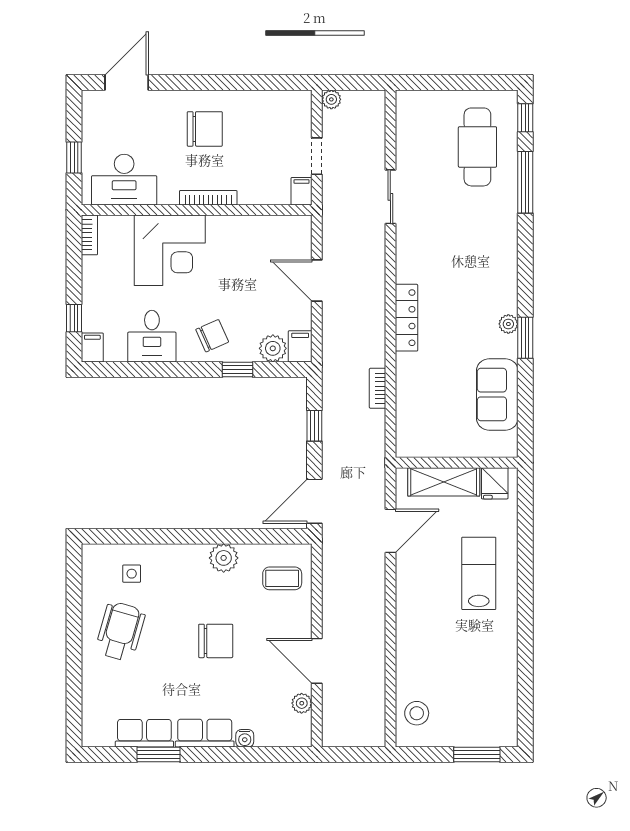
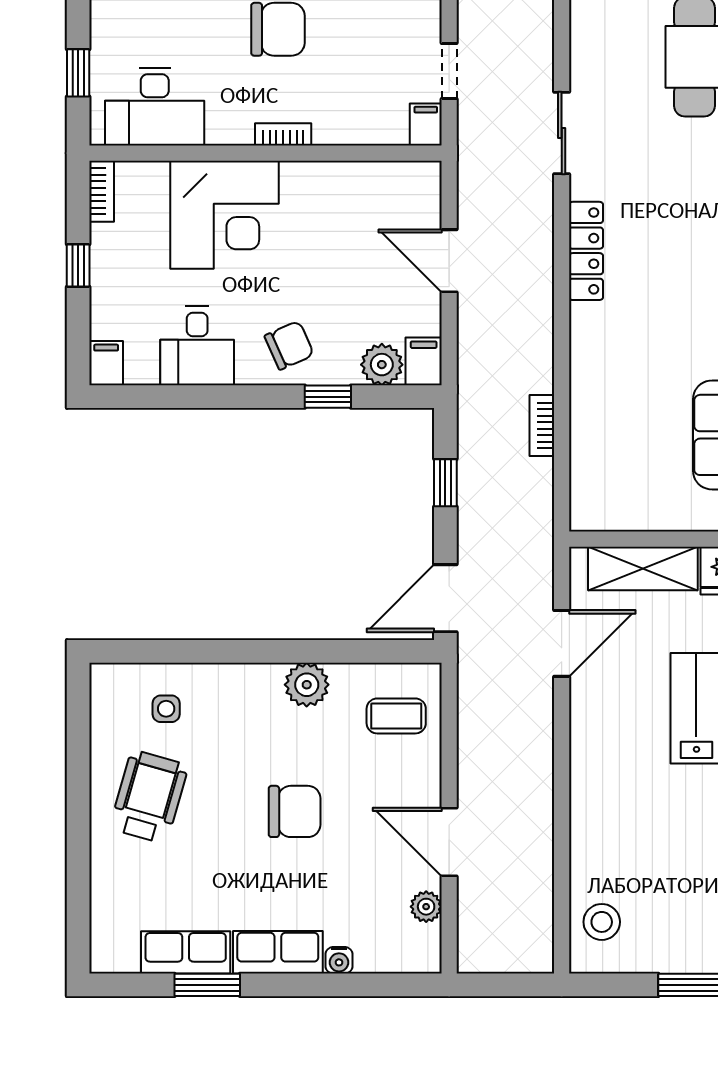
bookcase: (208, 198) -> (283, 134), width x0.64
window: (74, 318) -> (78, 266), moved
locker: (406, 318) -> (586, 251), moved

